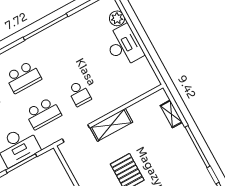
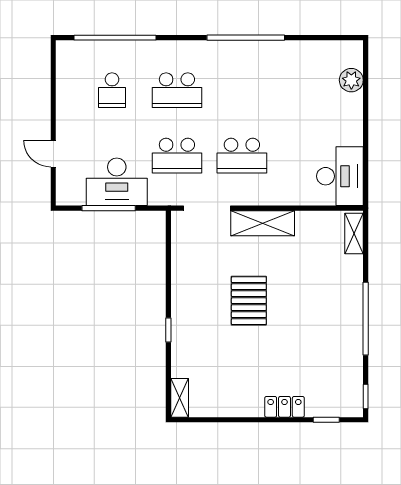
desk: (124, 46) -> (340, 176), moved
school desk: (79, 94) -> (242, 156), width x1.85
shelving: (171, 114) -> (354, 234), moved

